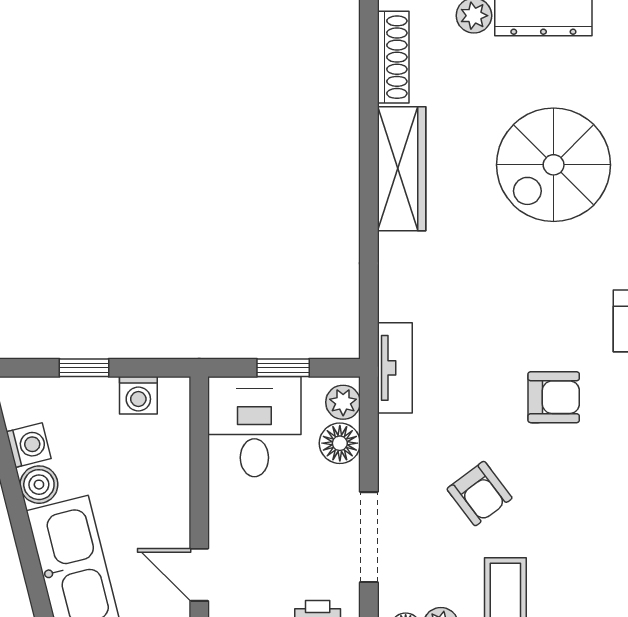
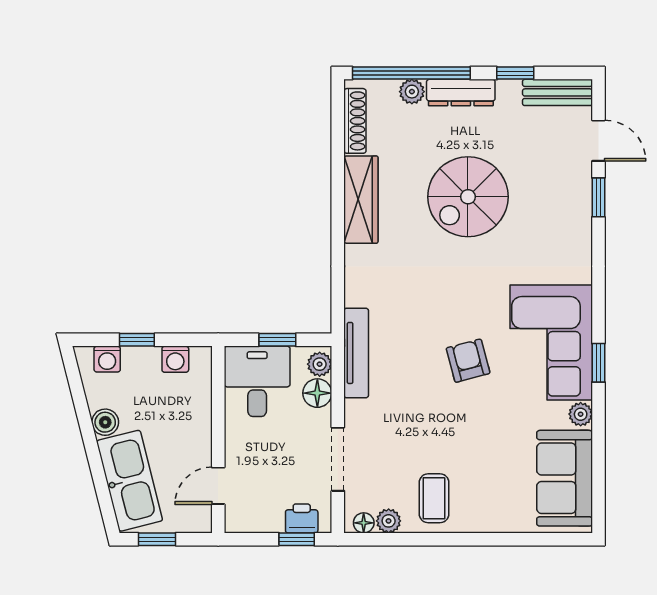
tv unit: (395, 368) -> (356, 353), width x1.41
armchair: (554, 397) -> (468, 361), turned -105
washing machine: (29, 445) -> (107, 359), moved, turned 104
armchair: (480, 494) -> (416, 429), removed
door: (199, 575) -> (218, 486), hinge flipped

